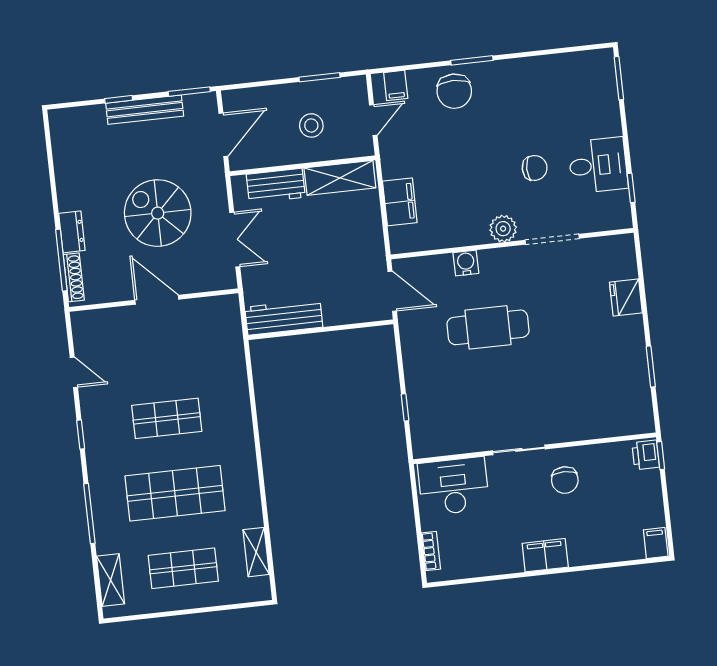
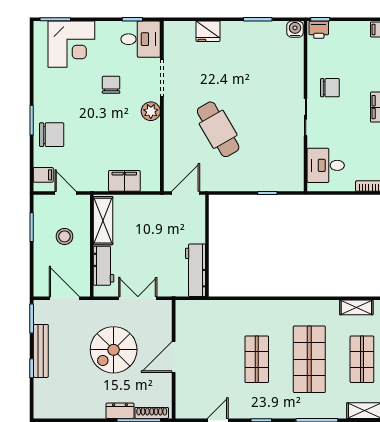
corner desk: (586, 105) -> (71, 44), added
desk: (598, 165) -> (141, 39), moved, turned 90
water cooler: (466, 263) -> (295, 29), moved, turned 90
cafe table: (488, 327) -> (218, 129), turned -30
desk: (454, 486) -> (326, 165), width x0.73

